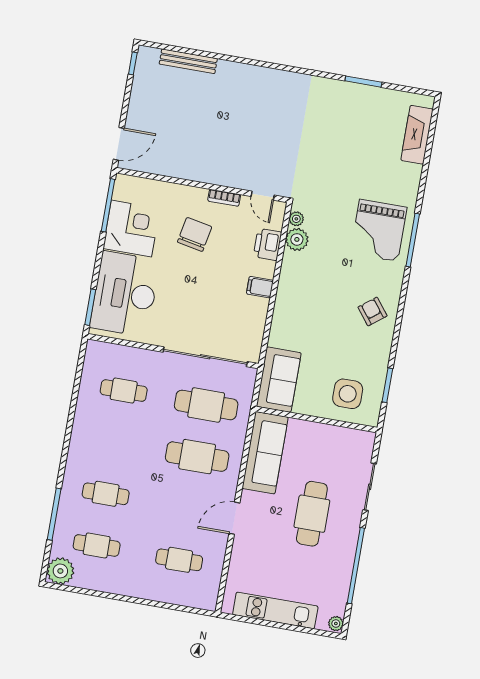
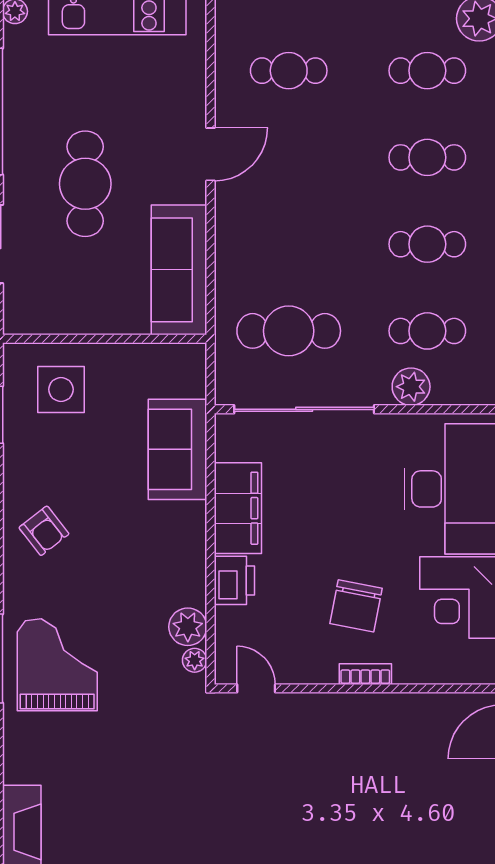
bookcase: (224, 198) -> (365, 674), moved
printer: (267, 244) -> (234, 580), moved
filing cabinet: (260, 287) -> (238, 508), width x3.00, depth x1.17
plant: (139, 359) -> (411, 387), added
sofa: (279, 380) -> (177, 449), moved
cafe table: (197, 457) -> (427, 244), moved, width x0.73, depth x0.74

